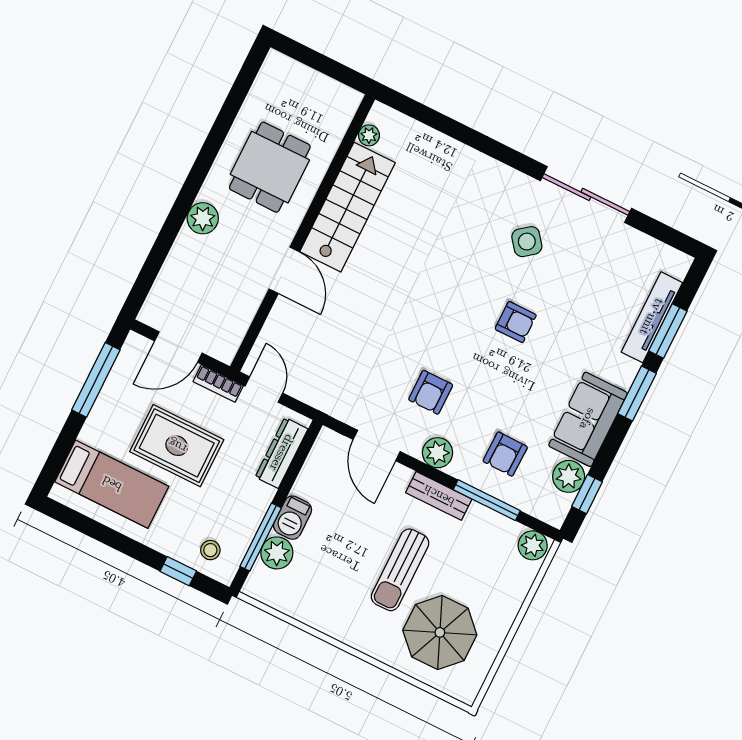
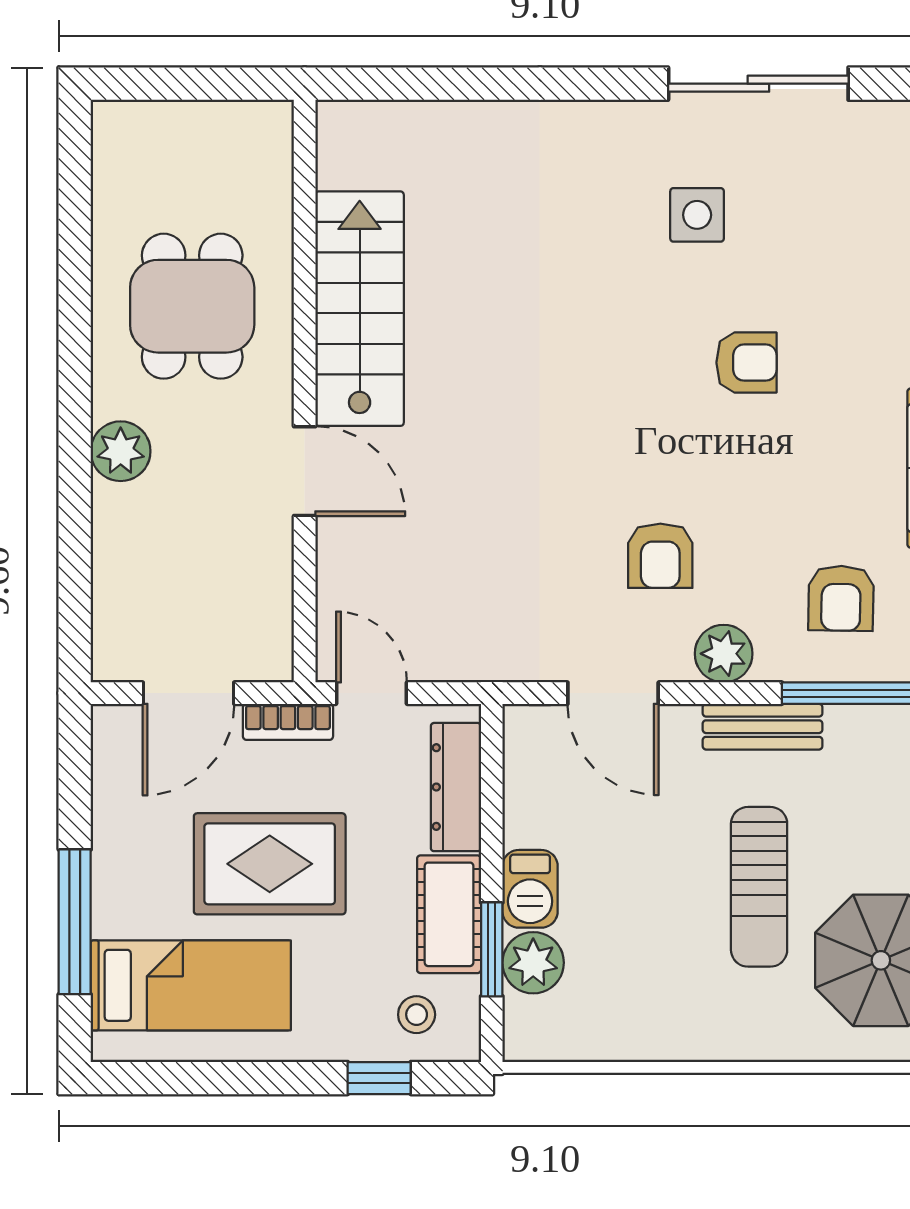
plant: (369, 135) -> (335, 167), removed
side table: (527, 242) -> (697, 215), turned 38
window: (96, 380) -> (75, 922), moved
cot: (249, 511) -> (449, 914), added
window: (261, 537) -> (492, 949), width x0.69

